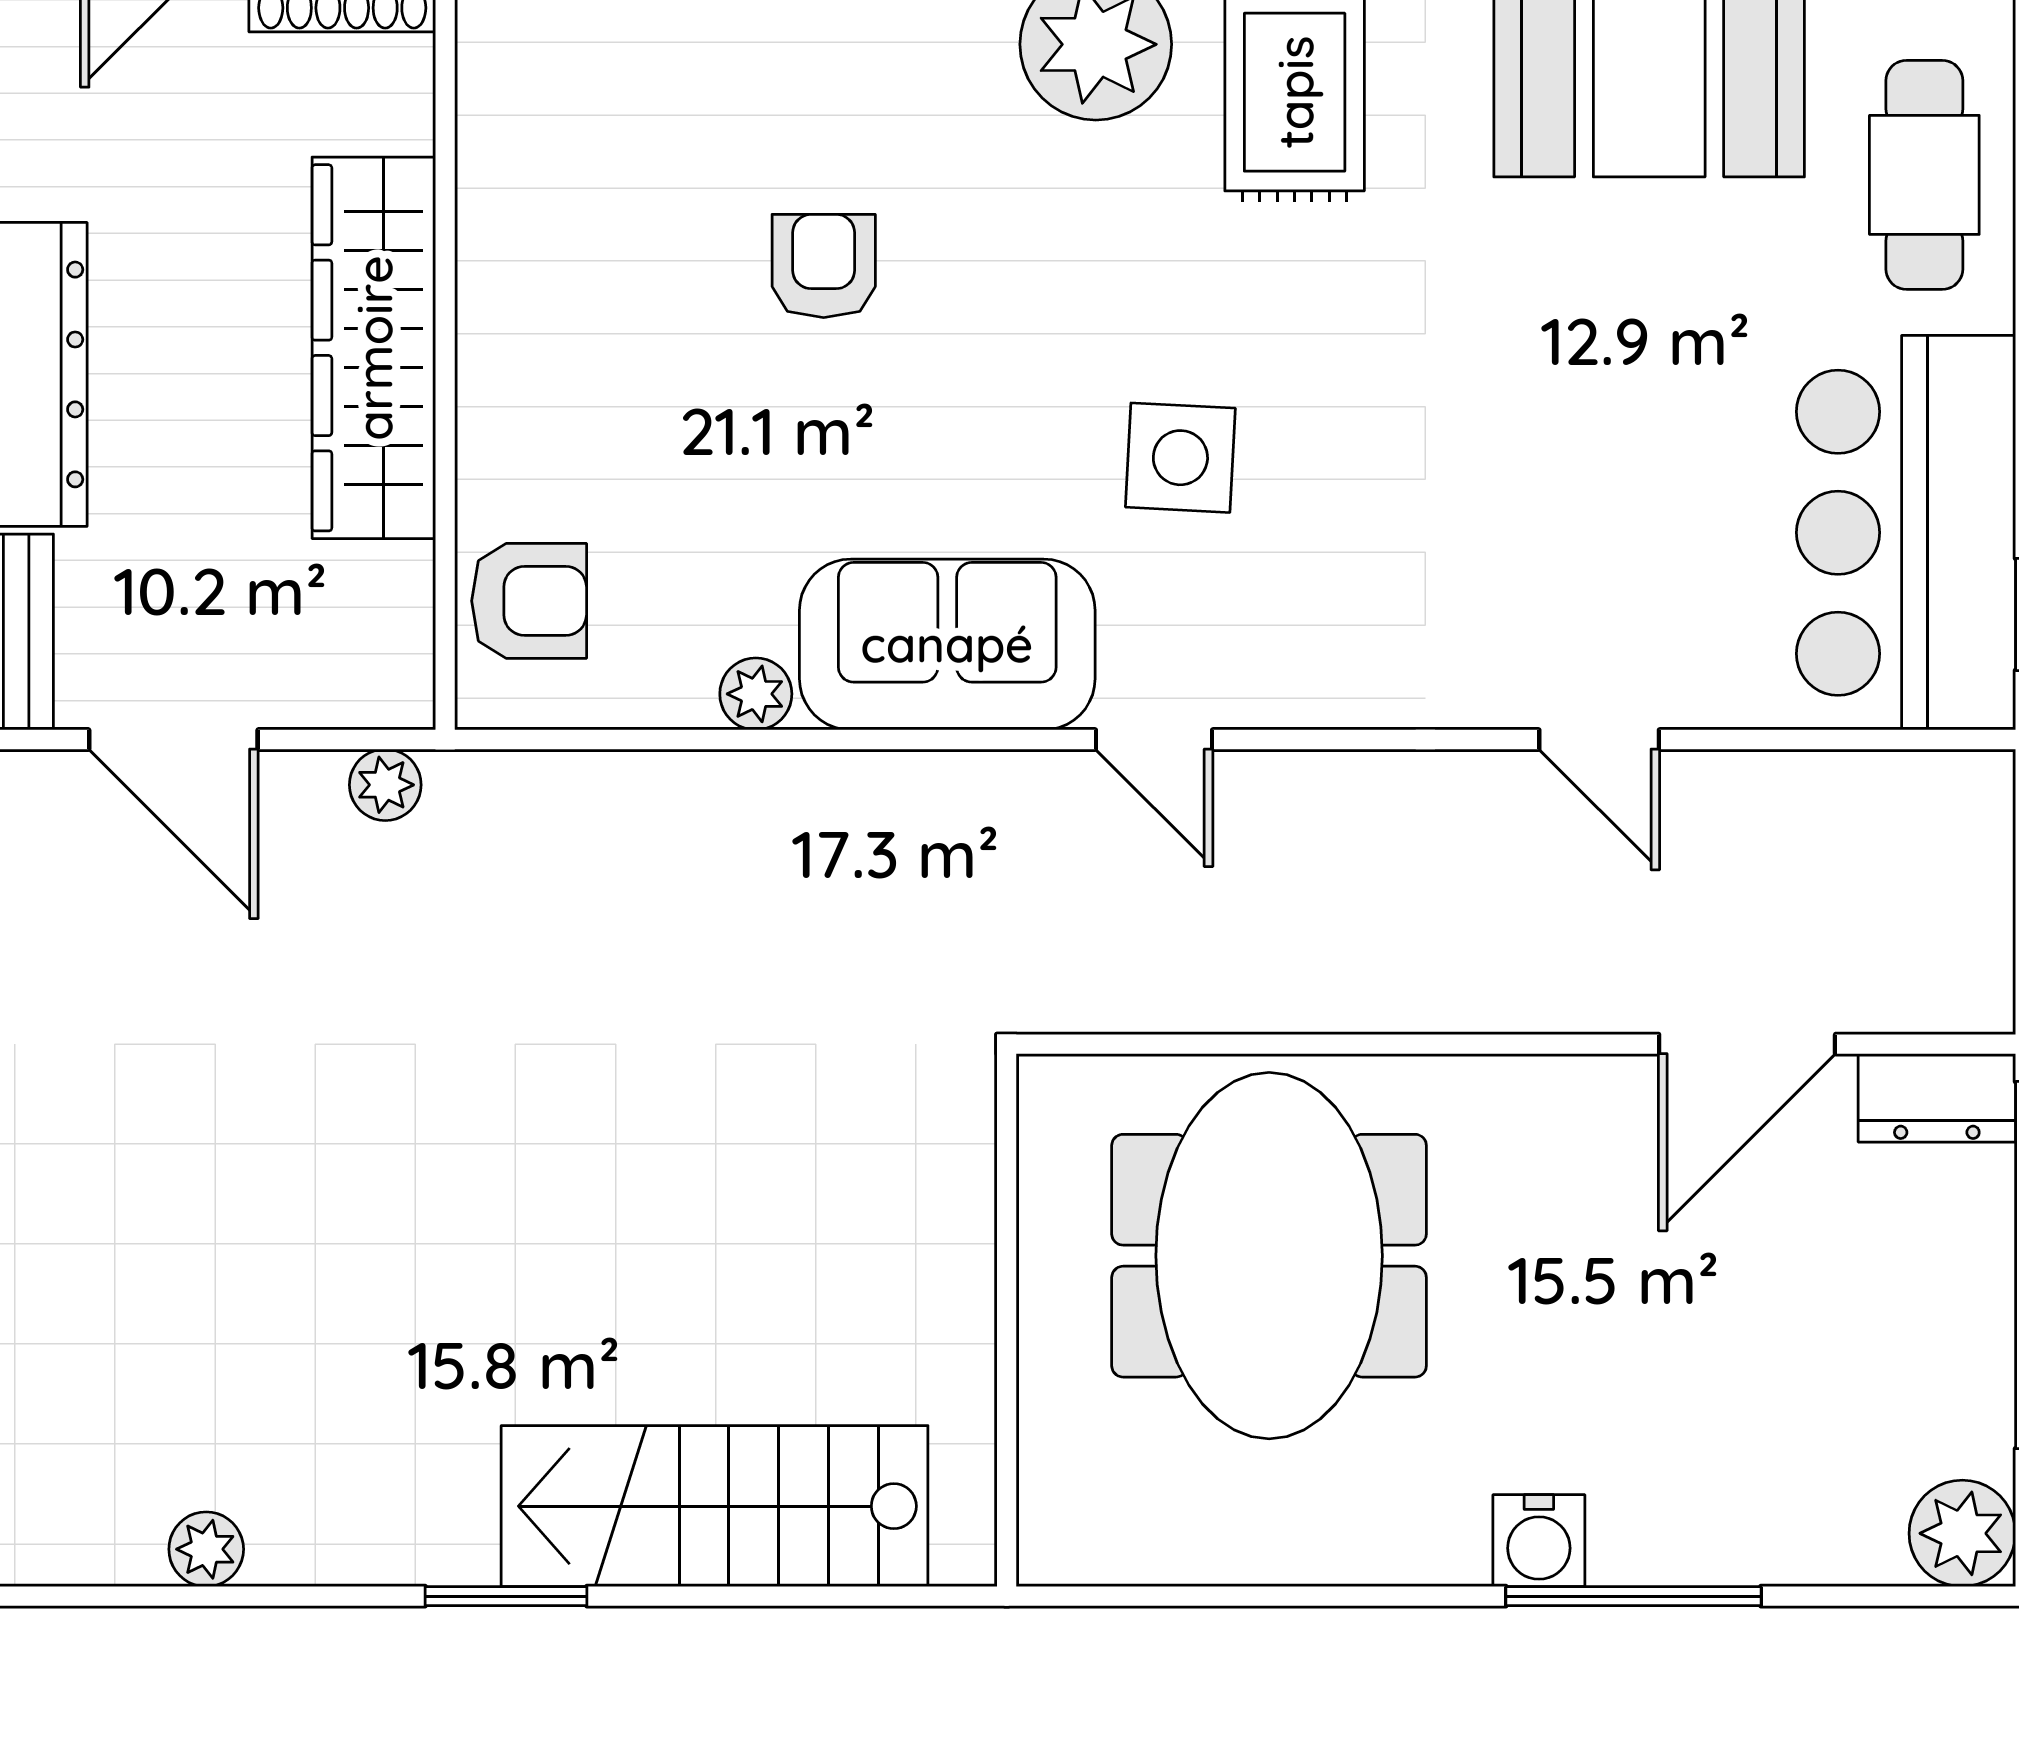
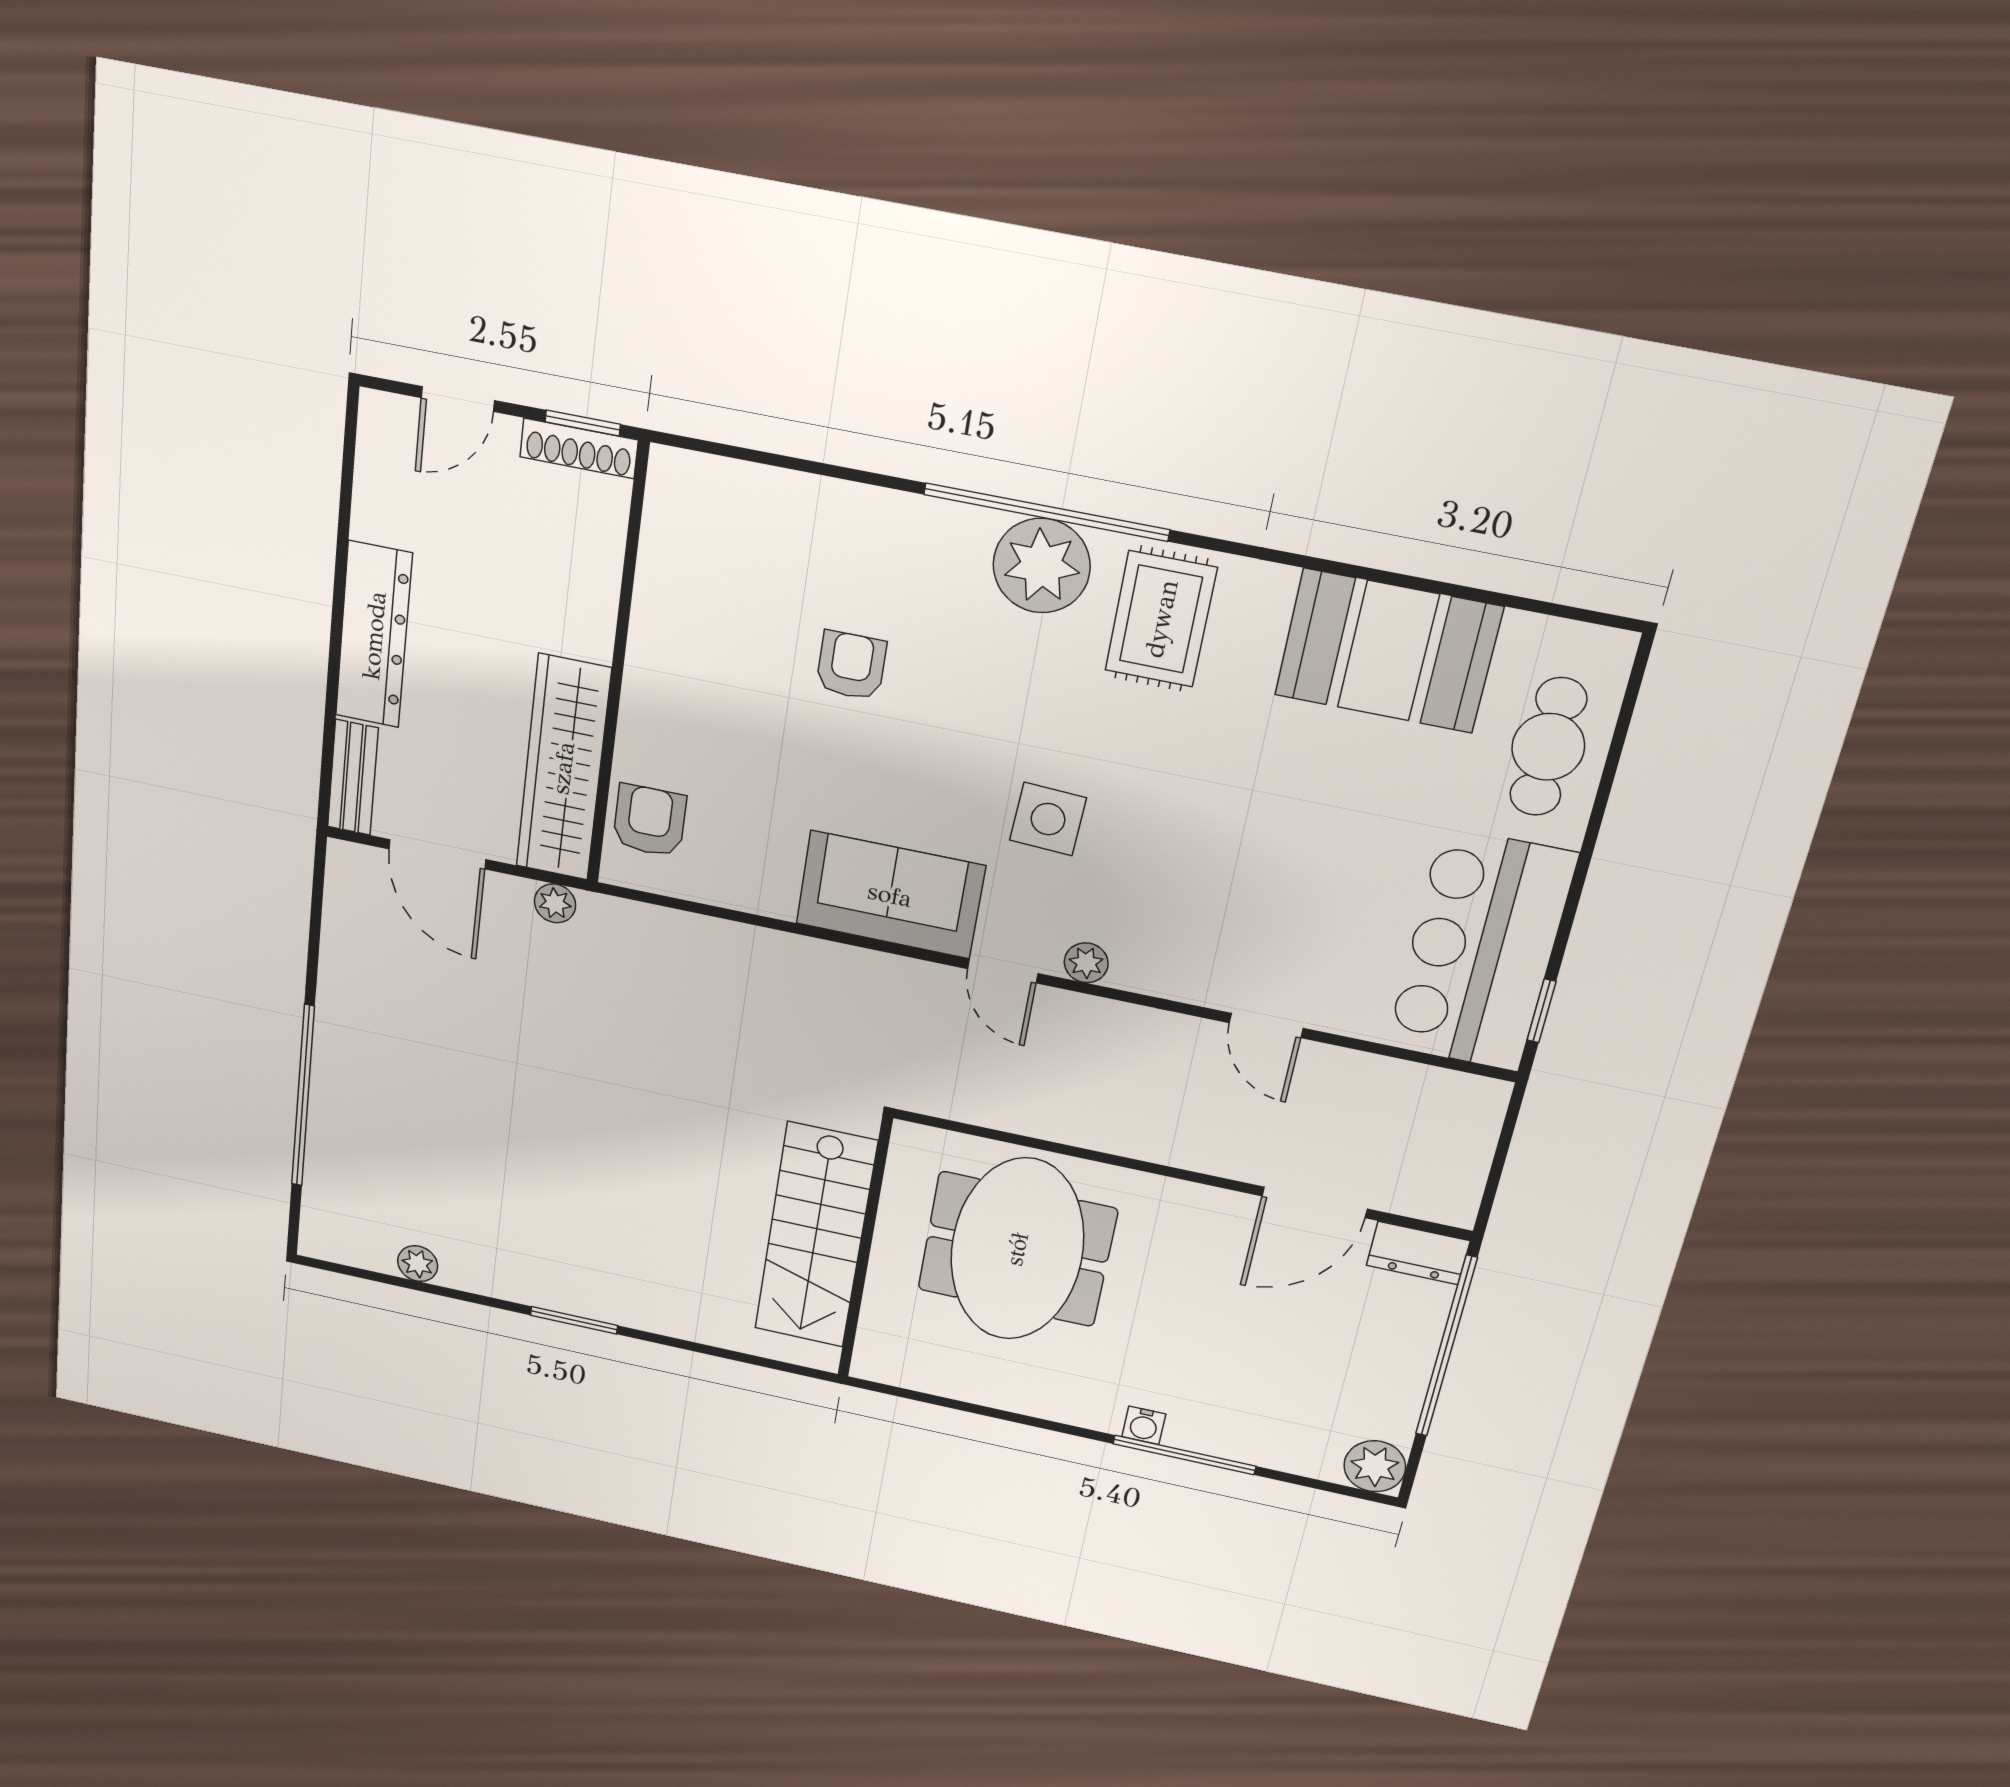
wardrobe: (374, 348) -> (563, 768), moved
armchair: (529, 601) -> (650, 821), turned -90
plant: (756, 694) -> (1086, 963), moved
stairs: (715, 1506) -> (816, 1236), moved, turned -90
water cooler: (1539, 1541) -> (1144, 1425), width x0.72, depth x0.72

